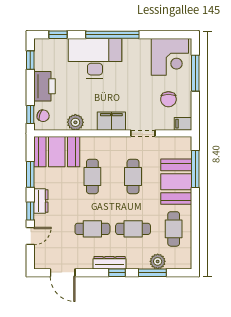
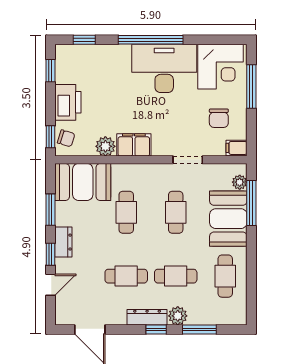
desk: (95, 58) -> (164, 68), moved
filing cabinet: (111, 121) -> (134, 145), moved
plant: (185, 152) -> (240, 182), added
plant: (158, 261) -> (178, 316), moved

